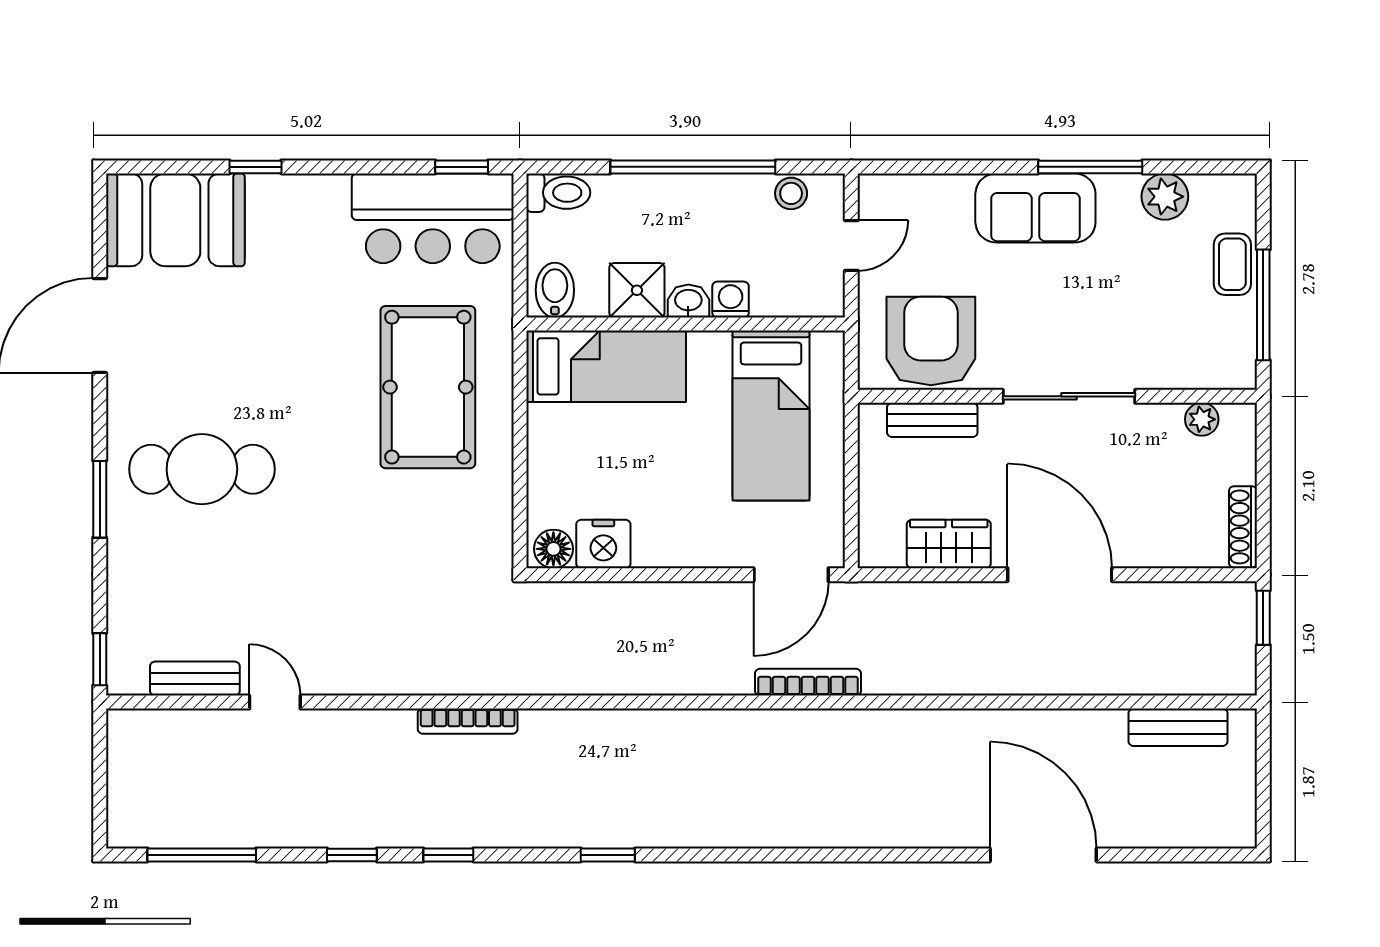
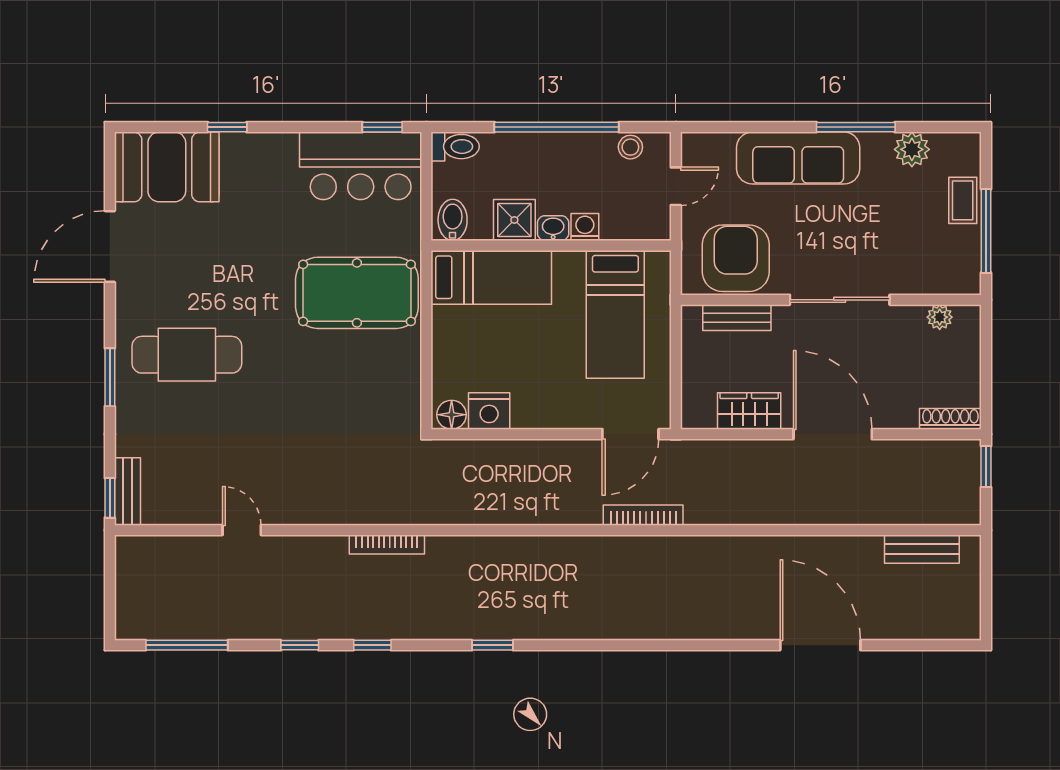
sofa: (1035, 208) -> (798, 158), width x1.36
pool table: (428, 387) -> (357, 293), turned 90
shoe rack: (1243, 527) -> (950, 419), moved, turned 90
bench: (195, 679) -> (128, 492), moved, turned 90

